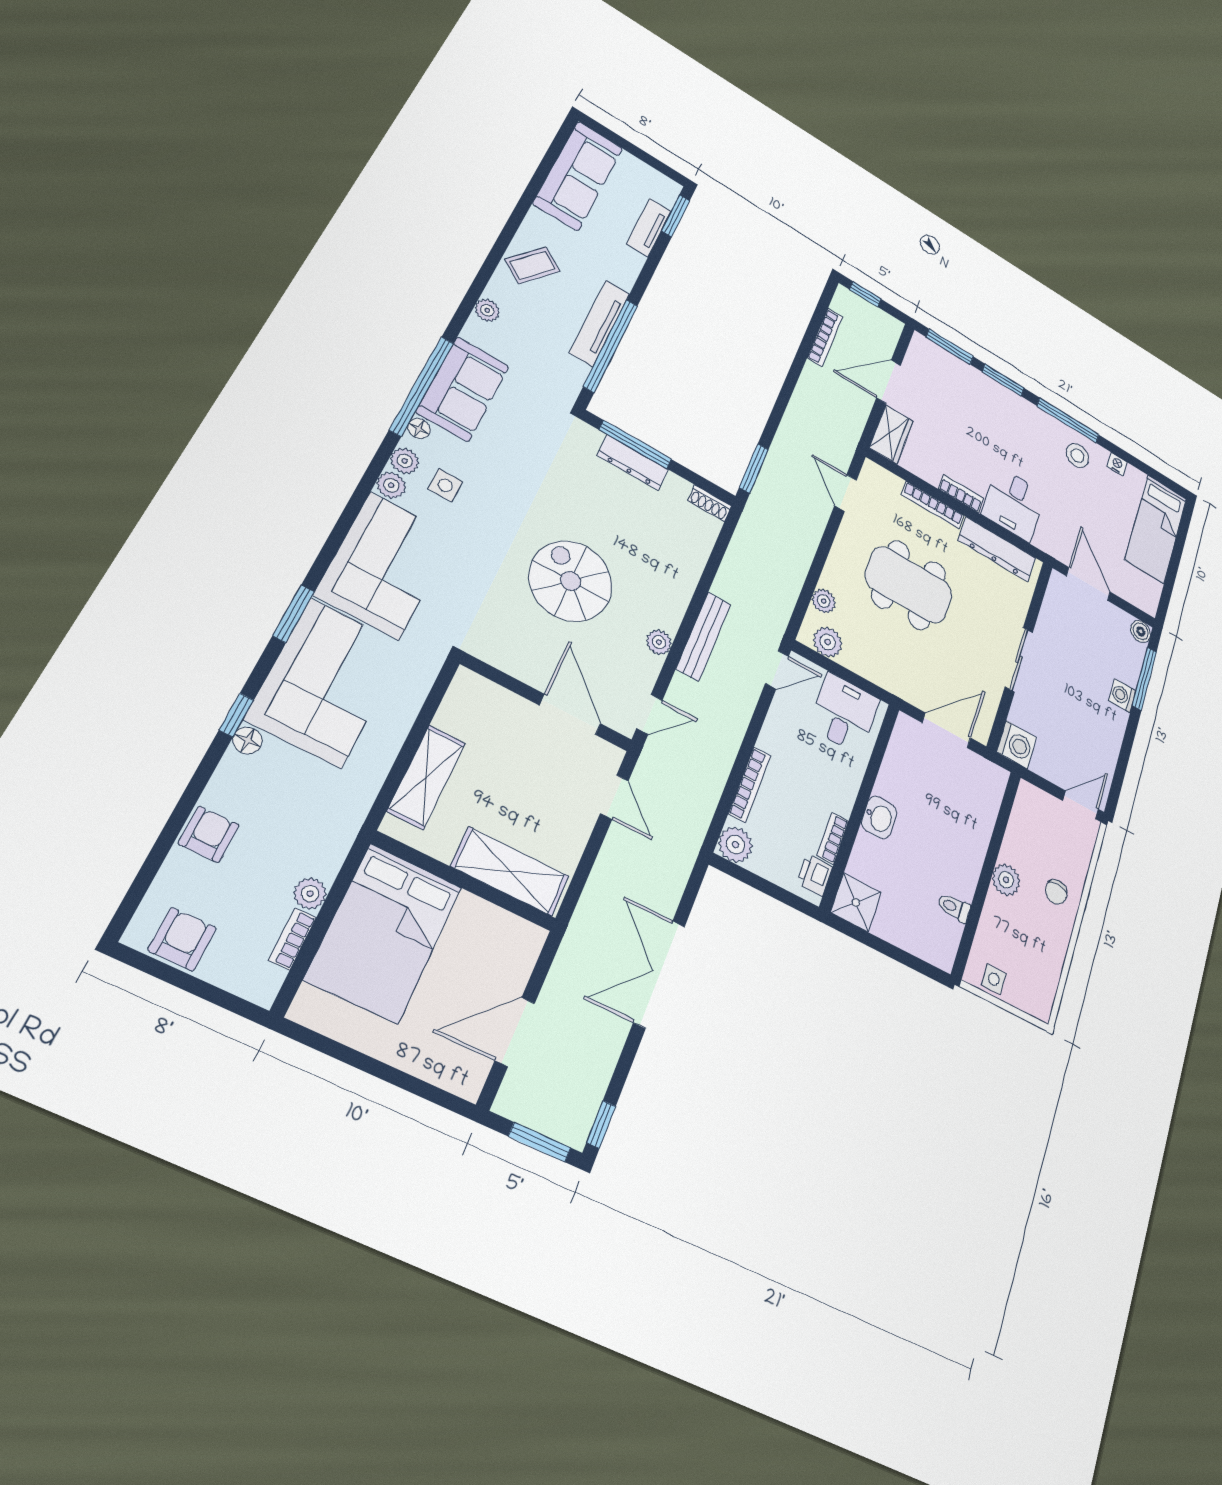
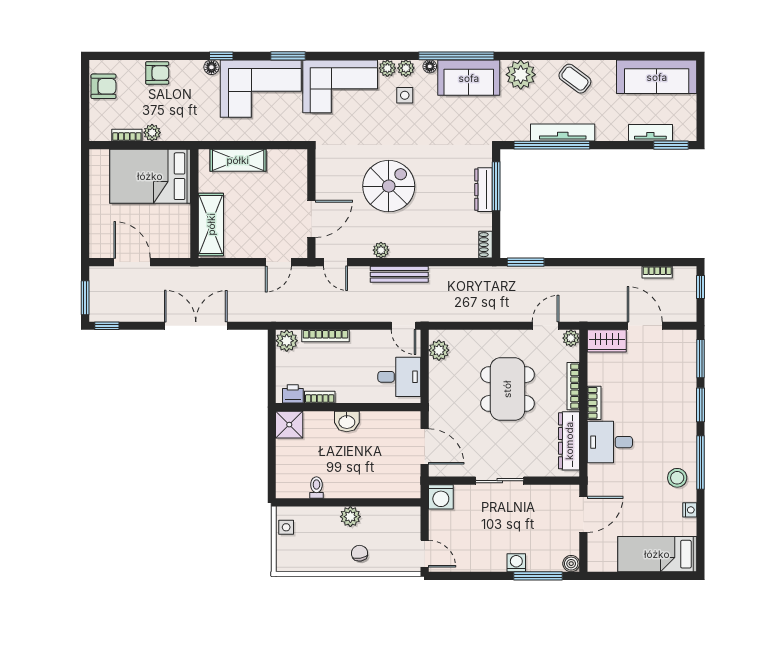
plant: (487, 310) -> (521, 75), width x1.88, depth x1.88
bookcase: (825, 337) -> (657, 272), width x0.64
plant: (824, 601) -> (571, 338), moved
chair: (1056, 892) -> (359, 553), turned 80

